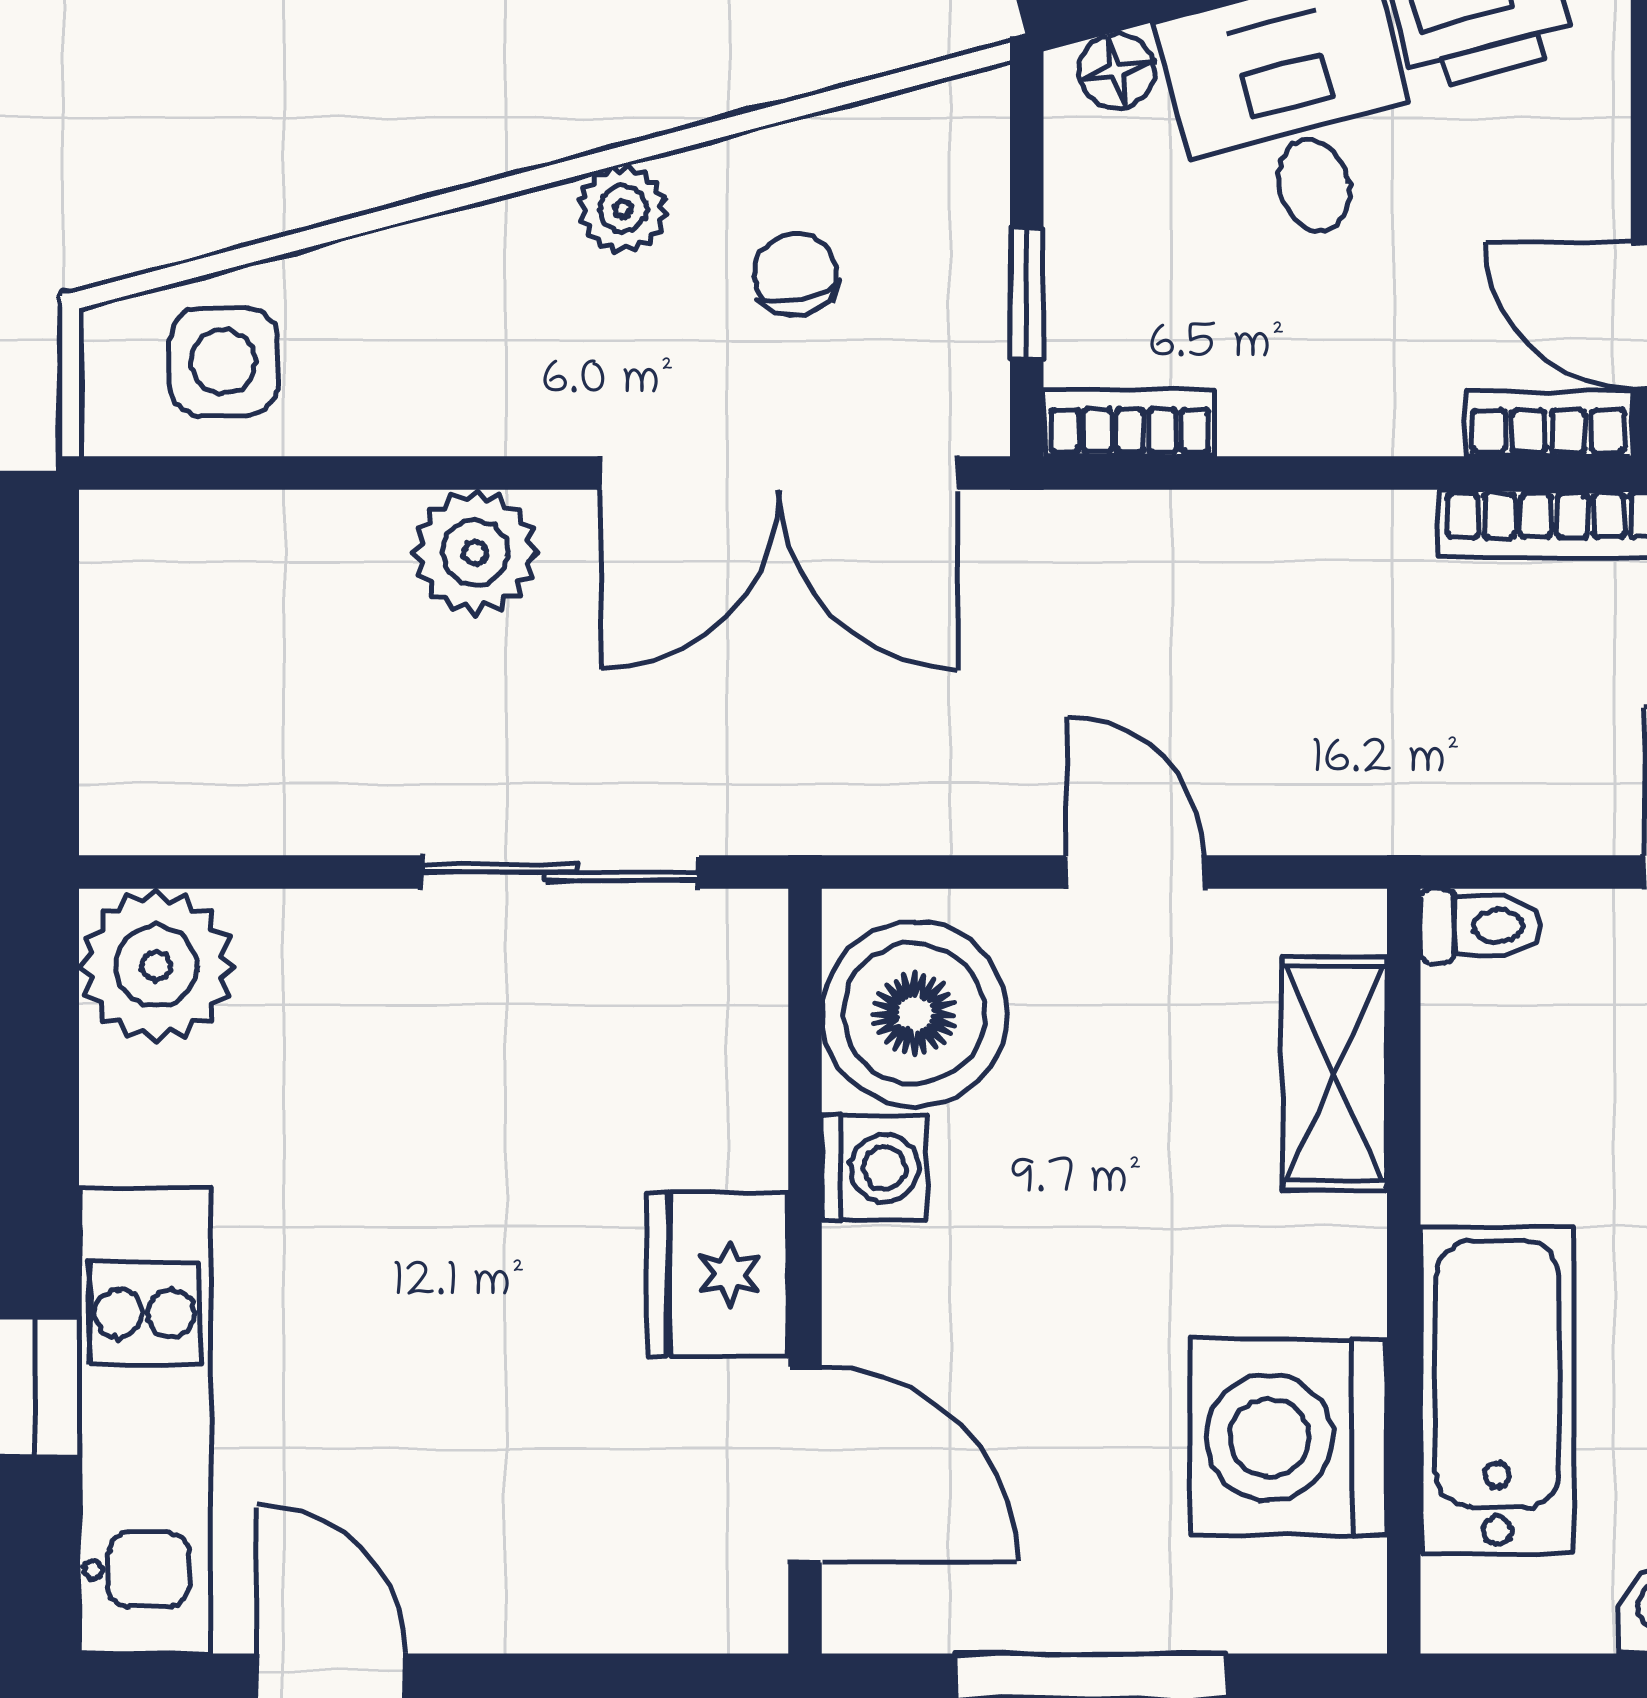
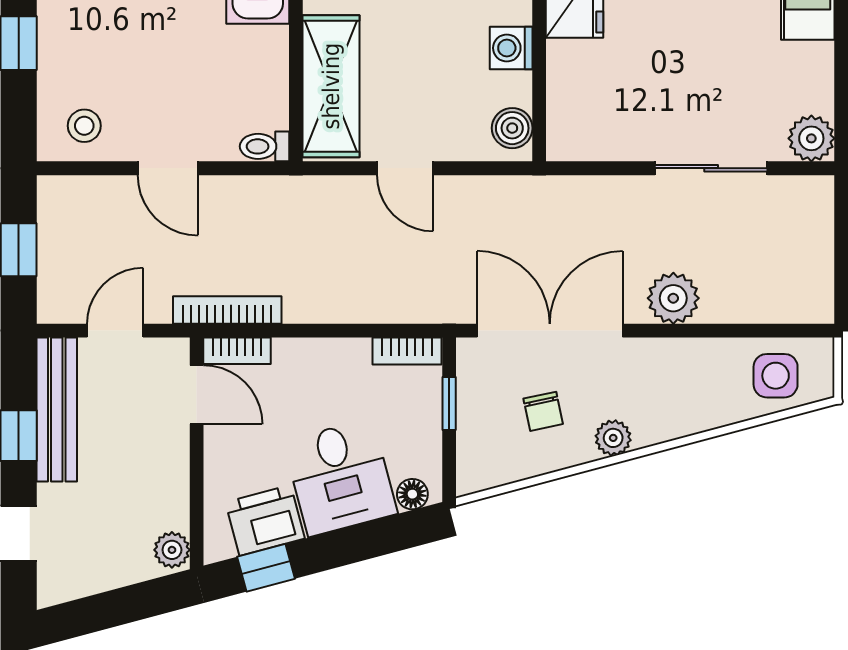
sliding door: (561, 872) -> (711, 168), moved
plant: (156, 966) -> (811, 138), width x0.73, depth x0.73
boiler: (914, 1014) -> (512, 128), width x0.54, depth x0.54
shelving: (1335, 1074) -> (331, 86), width x1.50, depth x1.33

